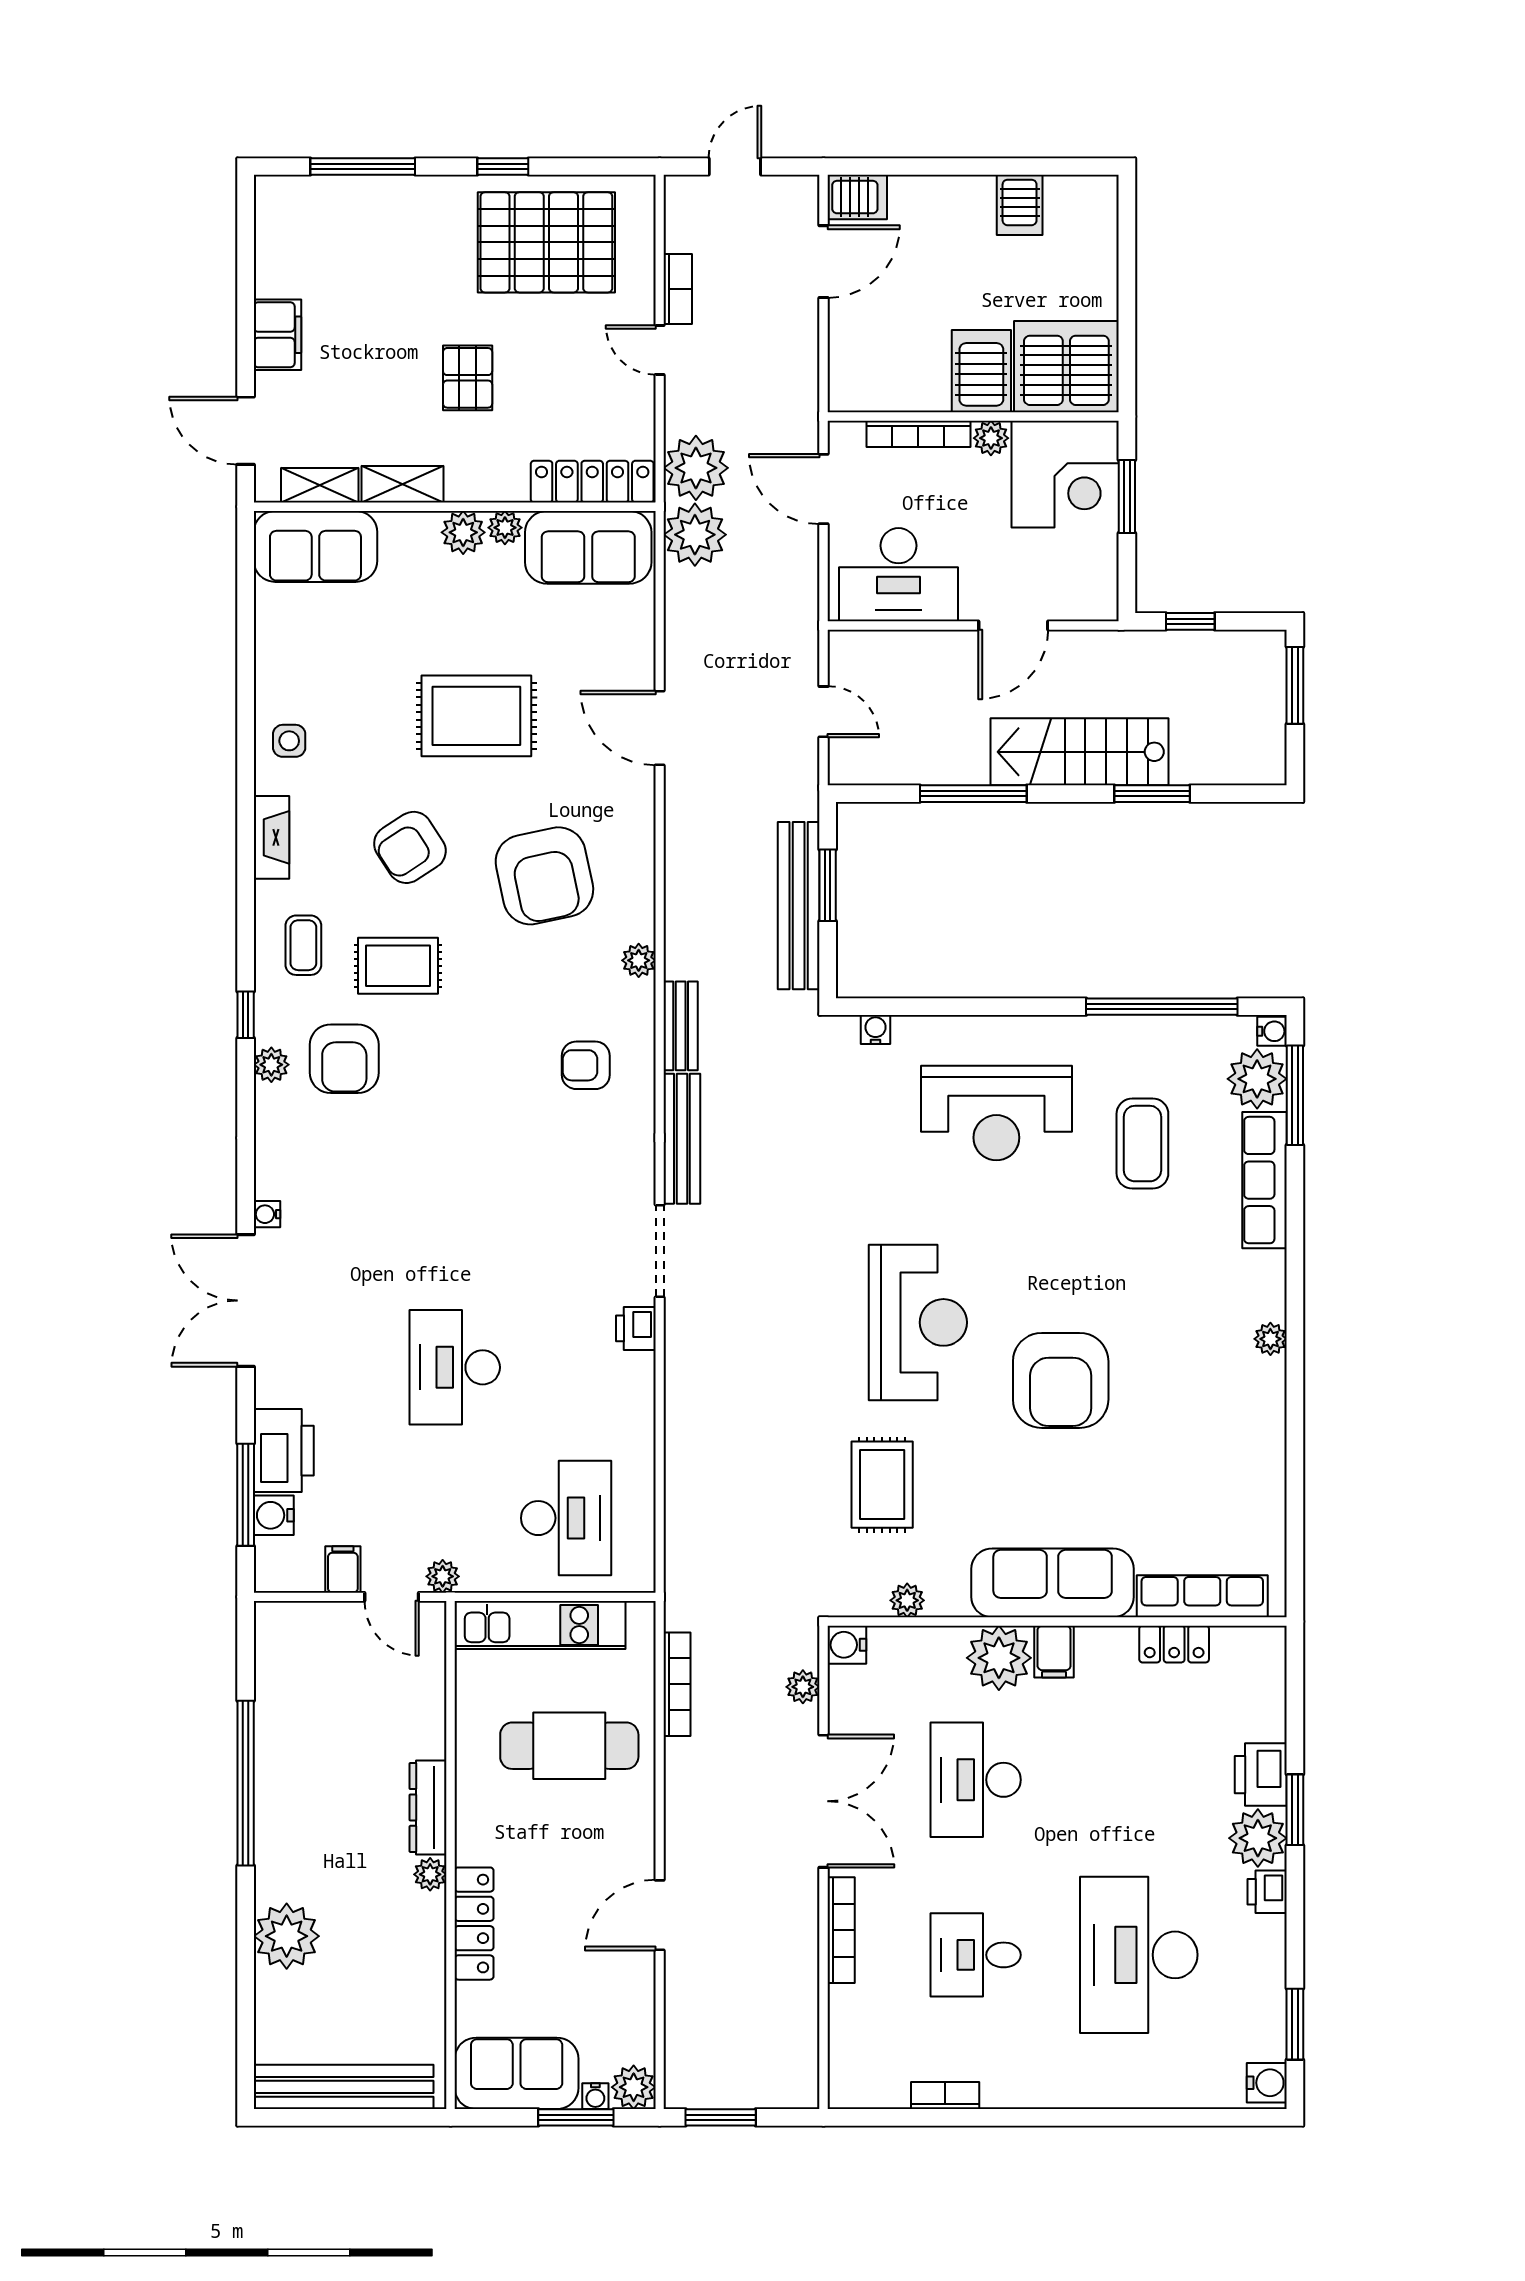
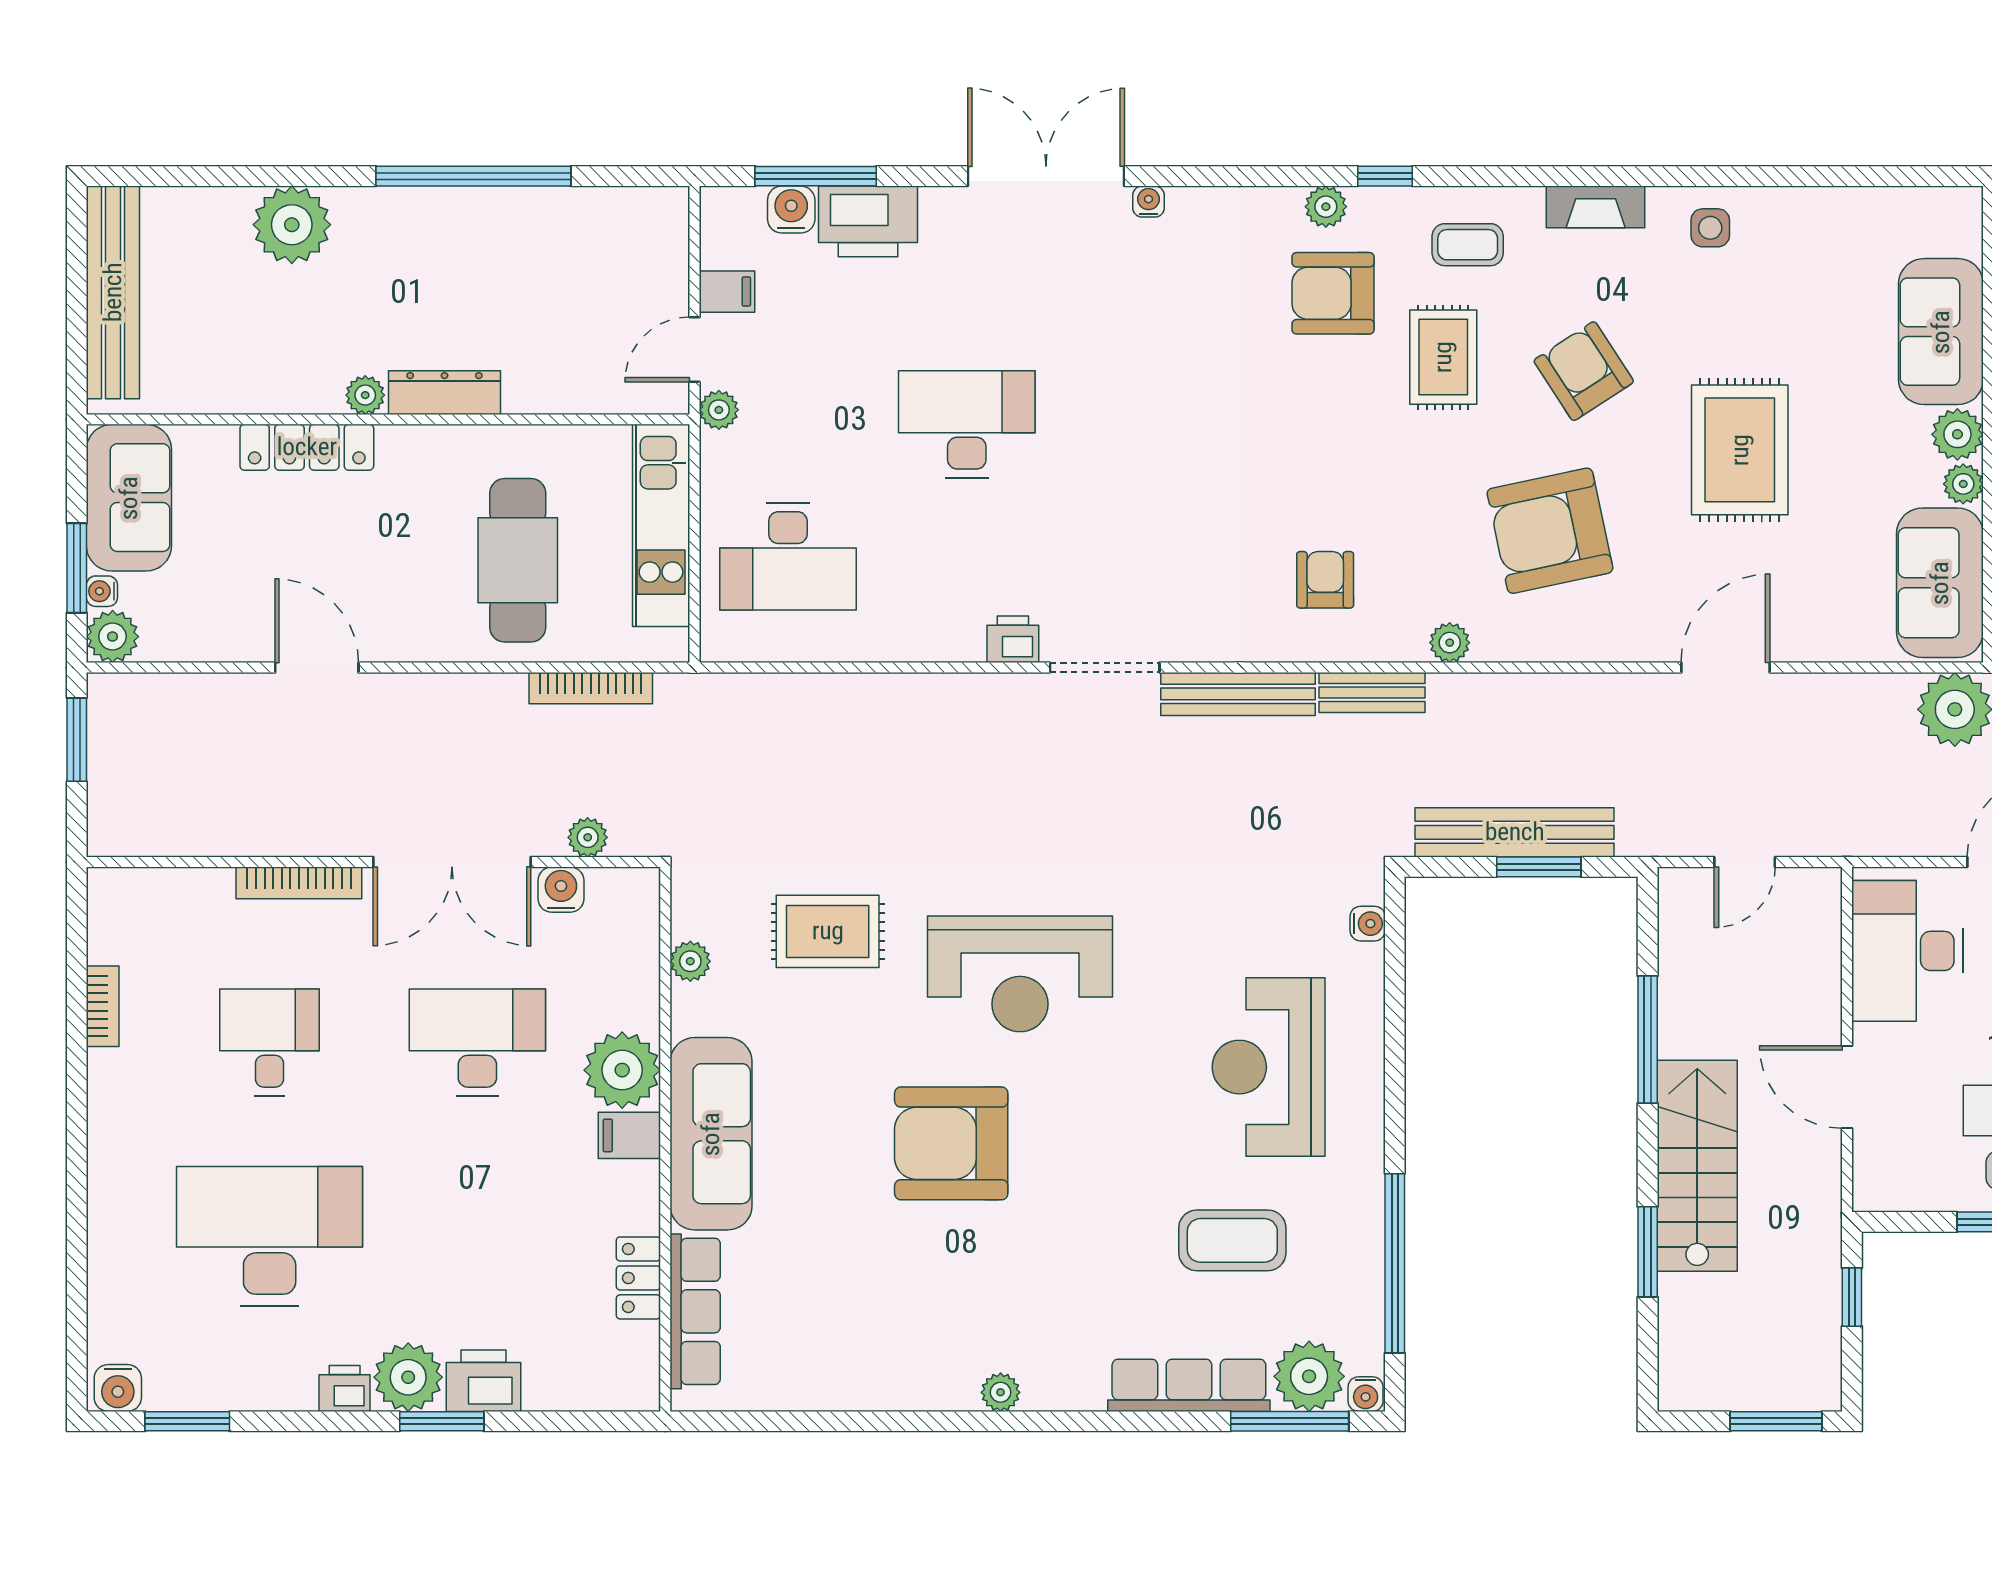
sofa: (315, 546) -> (1941, 332), moved
water cooler: (847, 1645) -> (561, 890), moved

